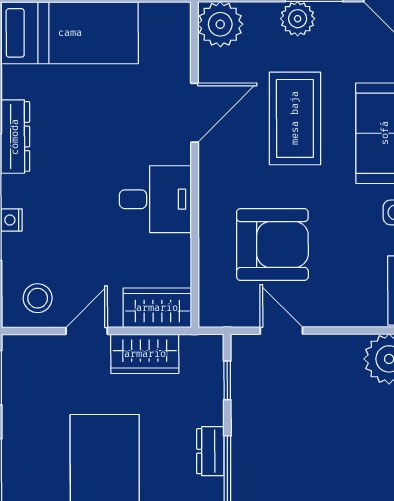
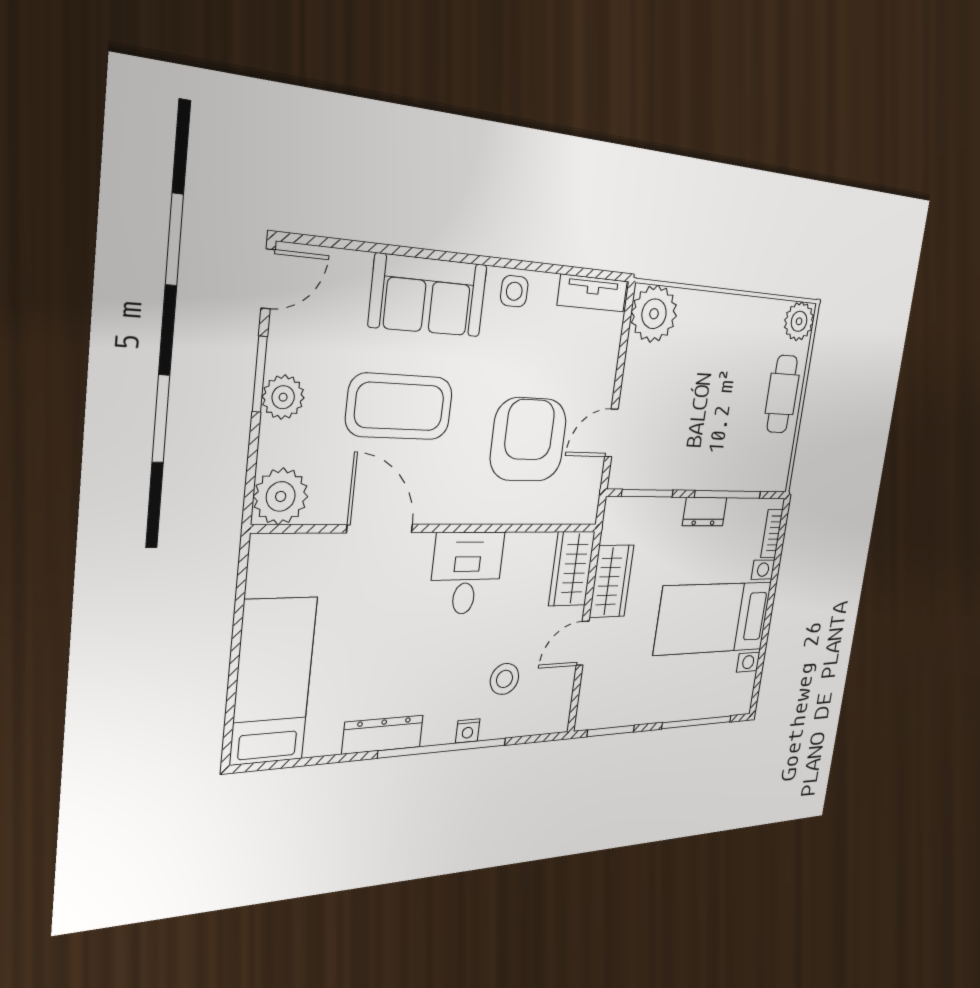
stool: (38, 298) -> (505, 679), moved
door: (87, 331) -> (583, 643), hinge flipped
window: (227, 380) -> (647, 493), width x1.50

